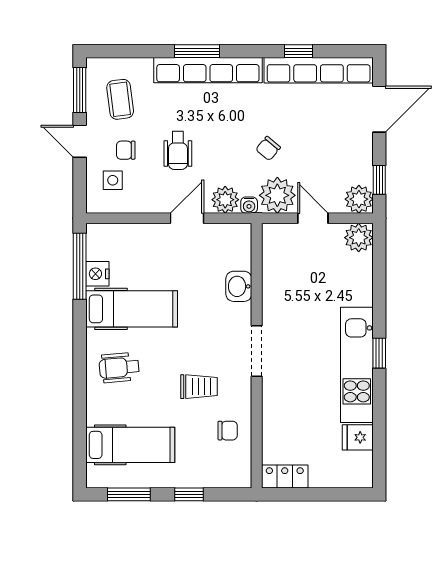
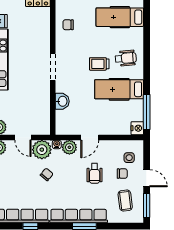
wheelchair: (178, 151) -> (95, 173), turned 180
nightstand: (97, 274) -> (137, 128), moved
trolley: (199, 387) -> (99, 64), moved

